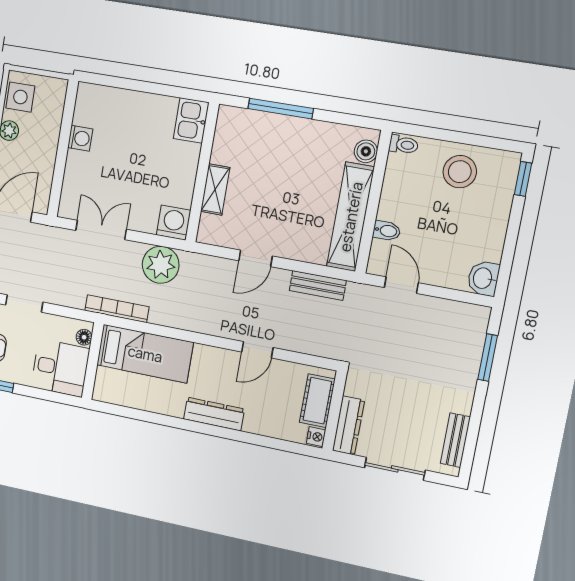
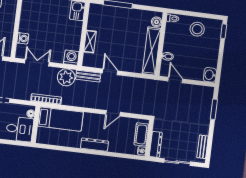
washing machine: (80, 138) -> (23, 38), moved
door: (256, 258) -> (110, 72), swing flipped
bench: (318, 285) -> (88, 76), moved

